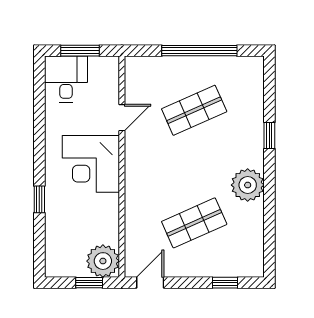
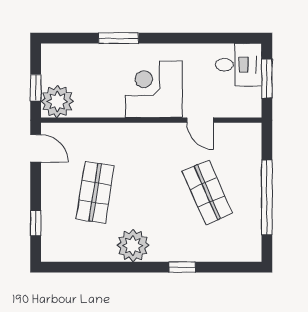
window: (39, 199) -> (119, 38), width x1.50
shop shelf: (194, 223) -> (95, 192), turned 33

